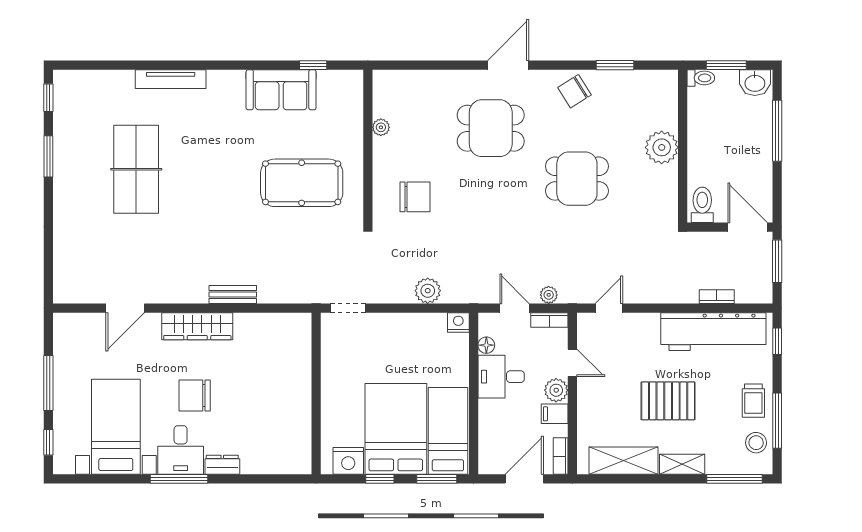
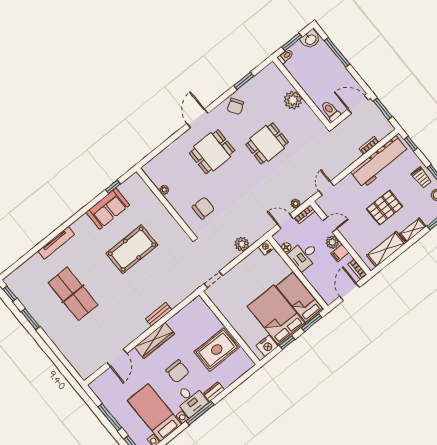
pool table: (302, 183) -> (132, 249), moved
chair: (195, 395) -> (178, 371), turned -90
rug: (274, 409) -> (217, 350), added

